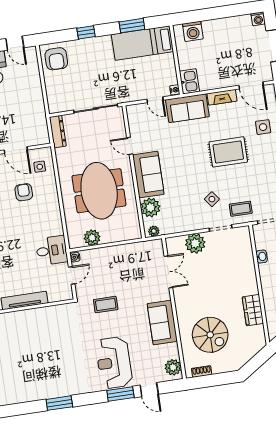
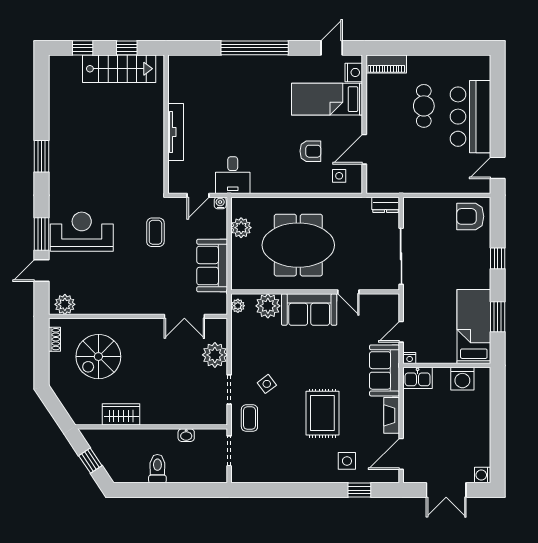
washing machine: (193, 31) -> (462, 379), moved, turned -90
dresser: (58, 131) -> (386, 205), width x0.70
door: (130, 146) -> (348, 292), swing flipped
door: (72, 275) -> (198, 195), hinge flipped
sofa: (162, 323) -> (212, 265), moved, turned -90

